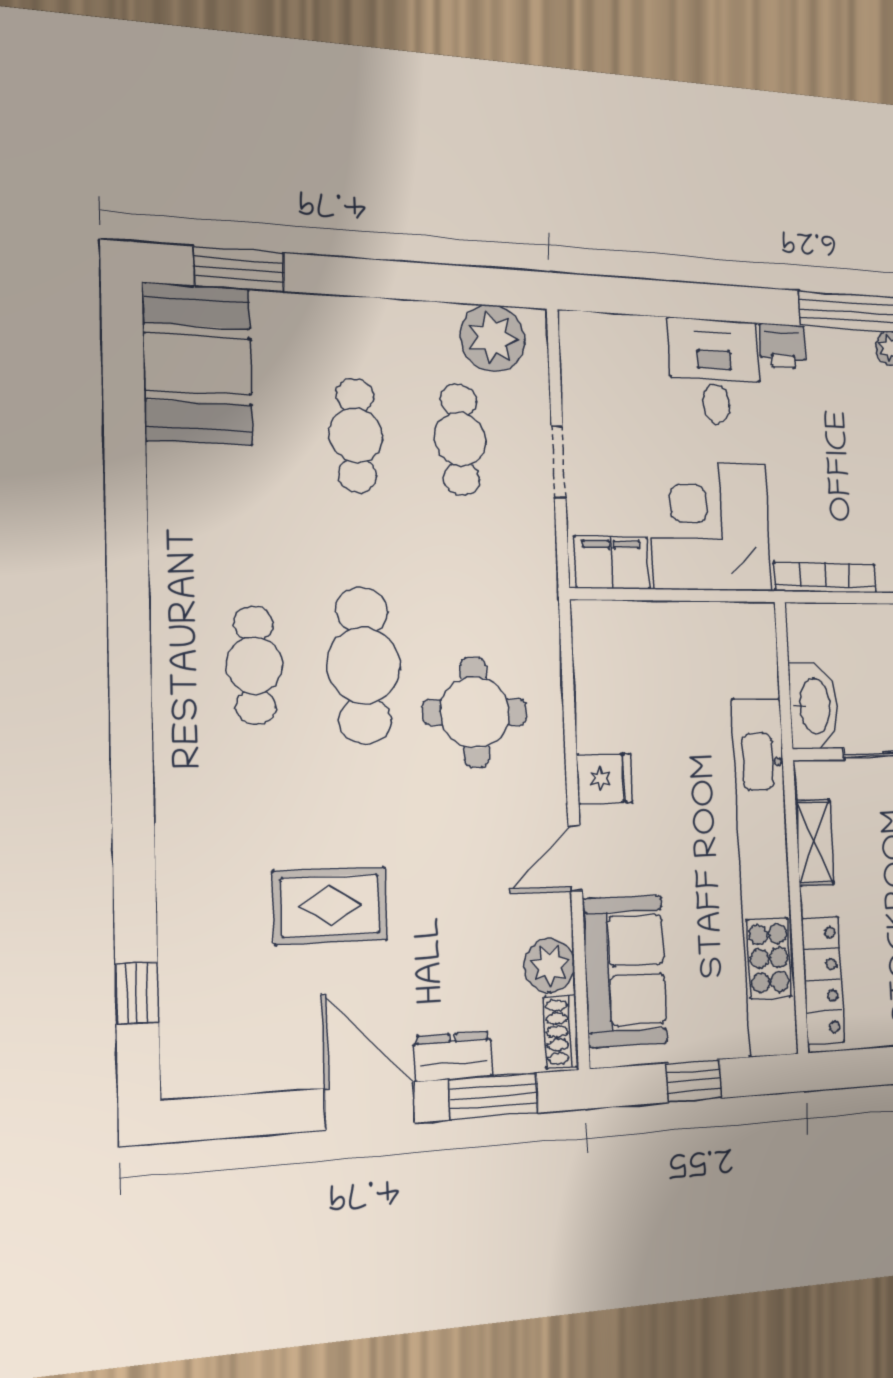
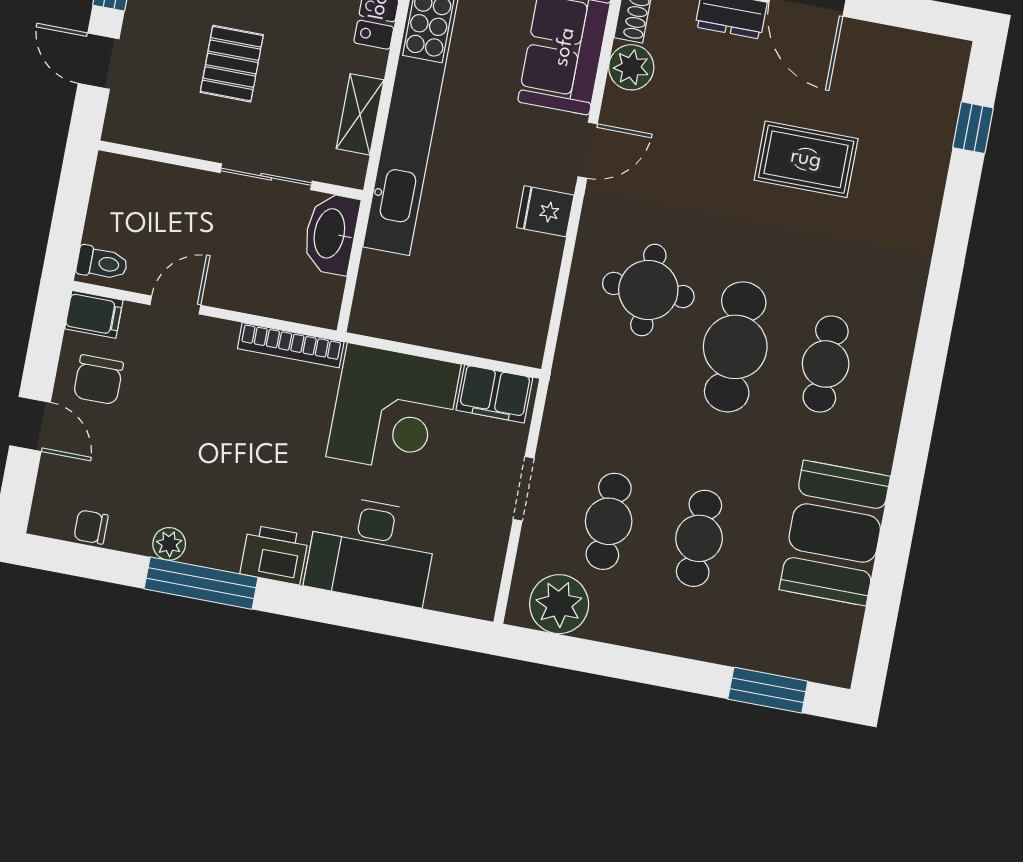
printer: (783, 346) -> (274, 555), width x1.36, depth x1.24
booth: (198, 364) -> (835, 533), moved
desk: (715, 371) -> (371, 550), width x1.37

